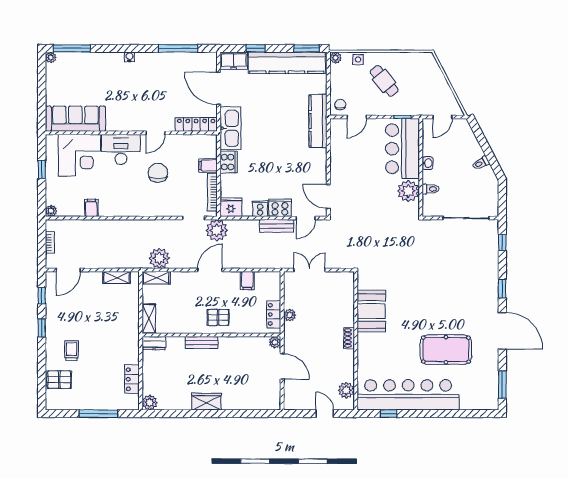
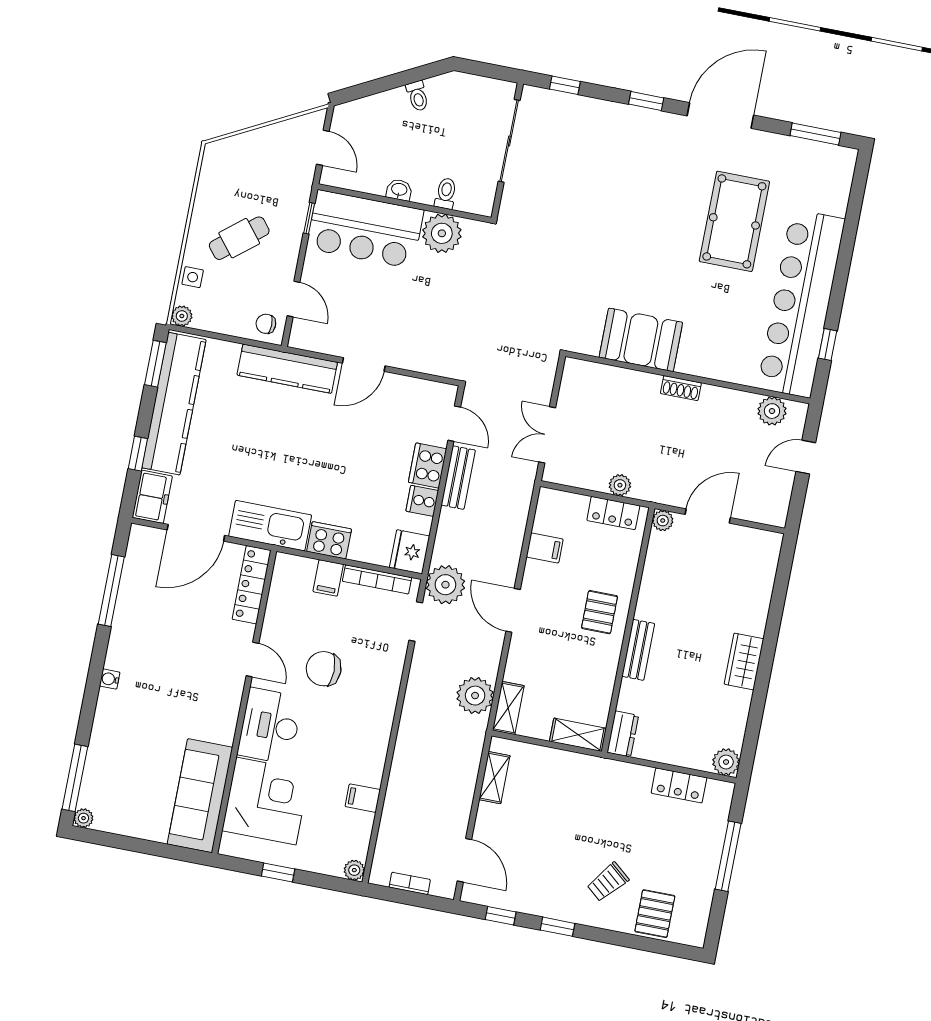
door: (328, 196) -> (364, 365), moved
trolley: (72, 351) -> (608, 882), turned -50

